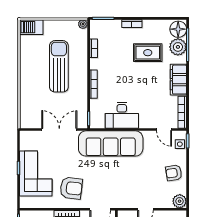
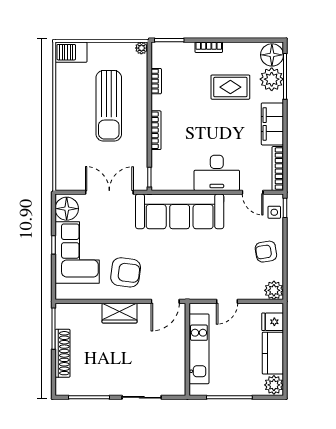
sun lounger: (59, 66) -> (109, 106), turned 180
desk: (122, 115) -> (217, 173), moved
floor lamp: (28, 142) -> (67, 209), added

